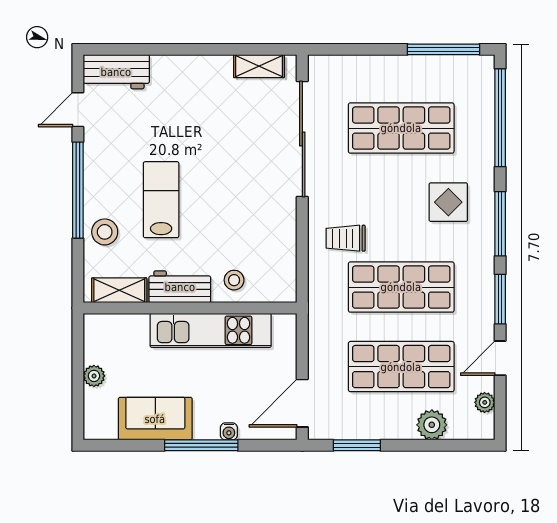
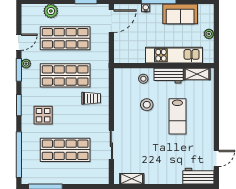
sliding door: (302, 139) -> (111, 145), width x0.54
window: (78, 190) -> (216, 121), removed
window: (500, 224) -> (19, 105), width x0.69
stool: (105, 232) -> (147, 105), moved
kitchen unit: (211, 330) -> (174, 55), moved
plant: (485, 402) -> (26, 64), moved

